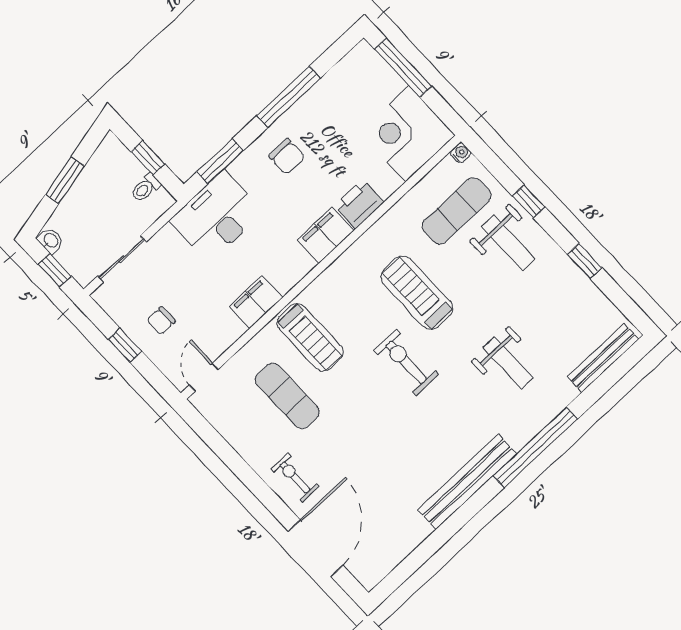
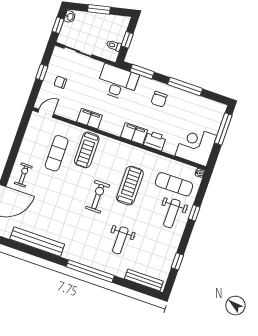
window: (585, 261) -> (177, 261), moved
bench: (467, 482) -> (37, 242), moved

